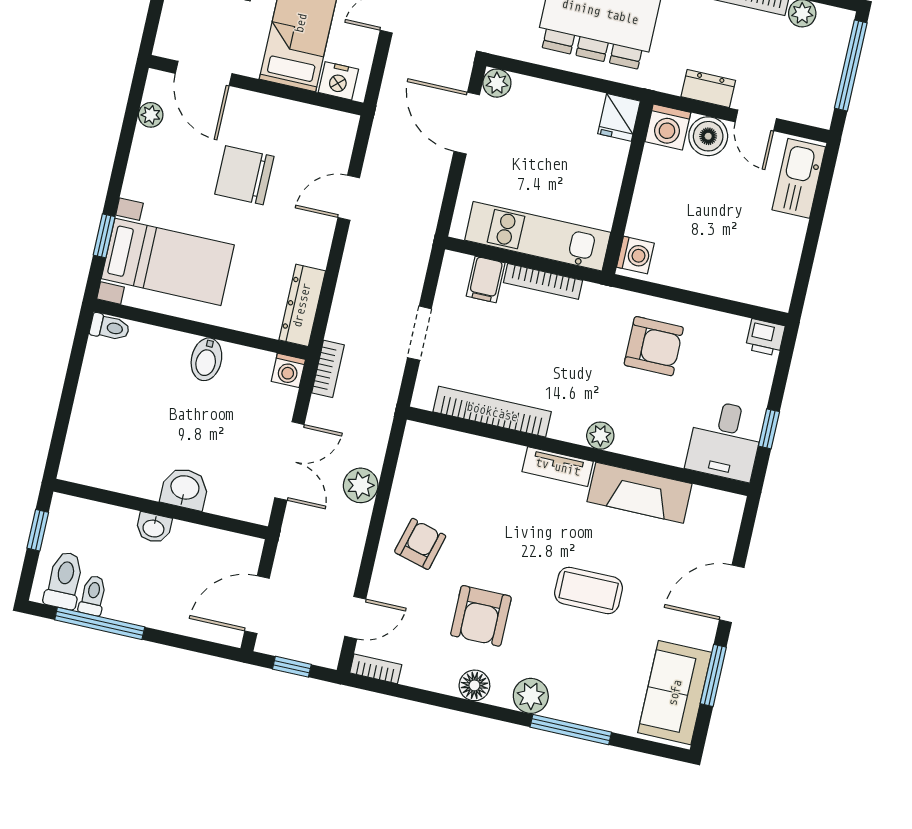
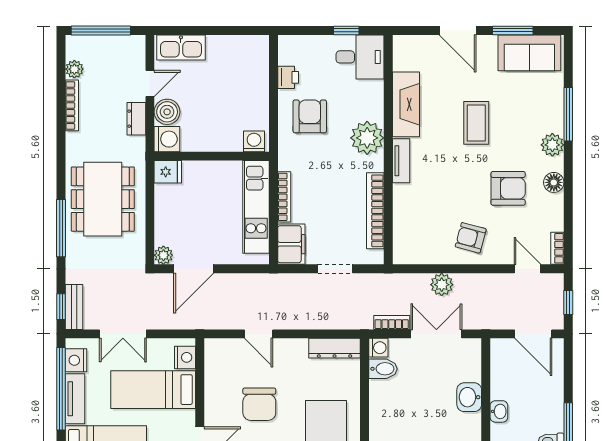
filing cabinet: (486, 279) -> (291, 244), width x2.00
printer: (765, 337) -> (288, 77), moved
bidet: (206, 359) -> (383, 369), moved
bookcase: (328, 369) -> (392, 322), moved
plant: (600, 436) -> (367, 138), width x1.87, depth x1.87

